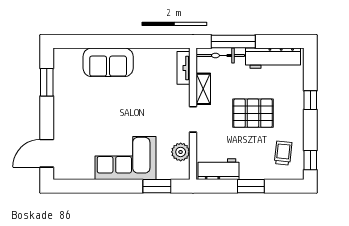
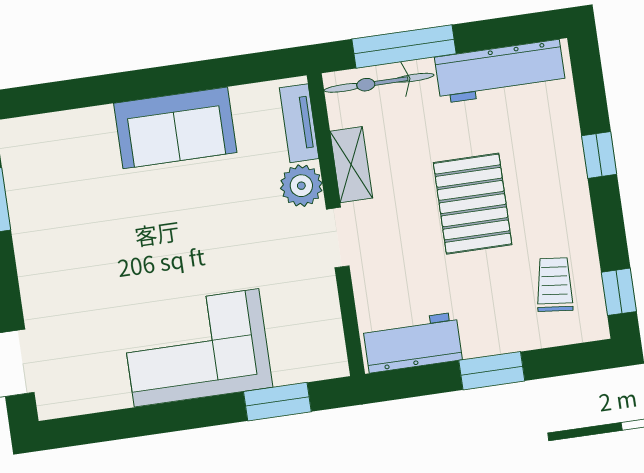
sofa: (108, 62) -> (175, 128), moved
pallet: (253, 113) -> (473, 204), turned 90
plant: (181, 152) -> (301, 186), moved

